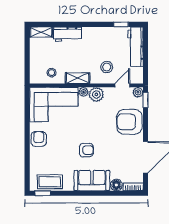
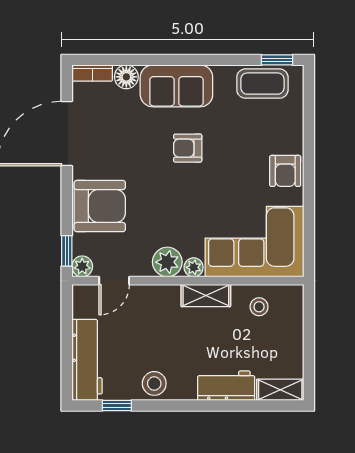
stool: (107, 67) -> (154, 383), moved

